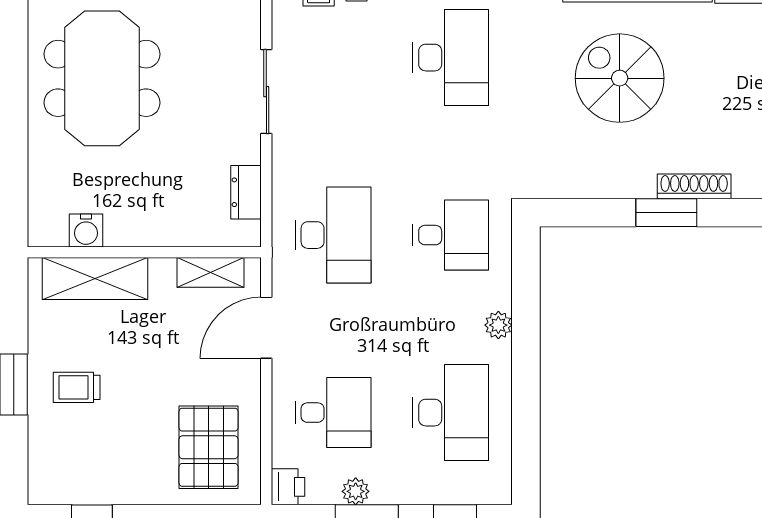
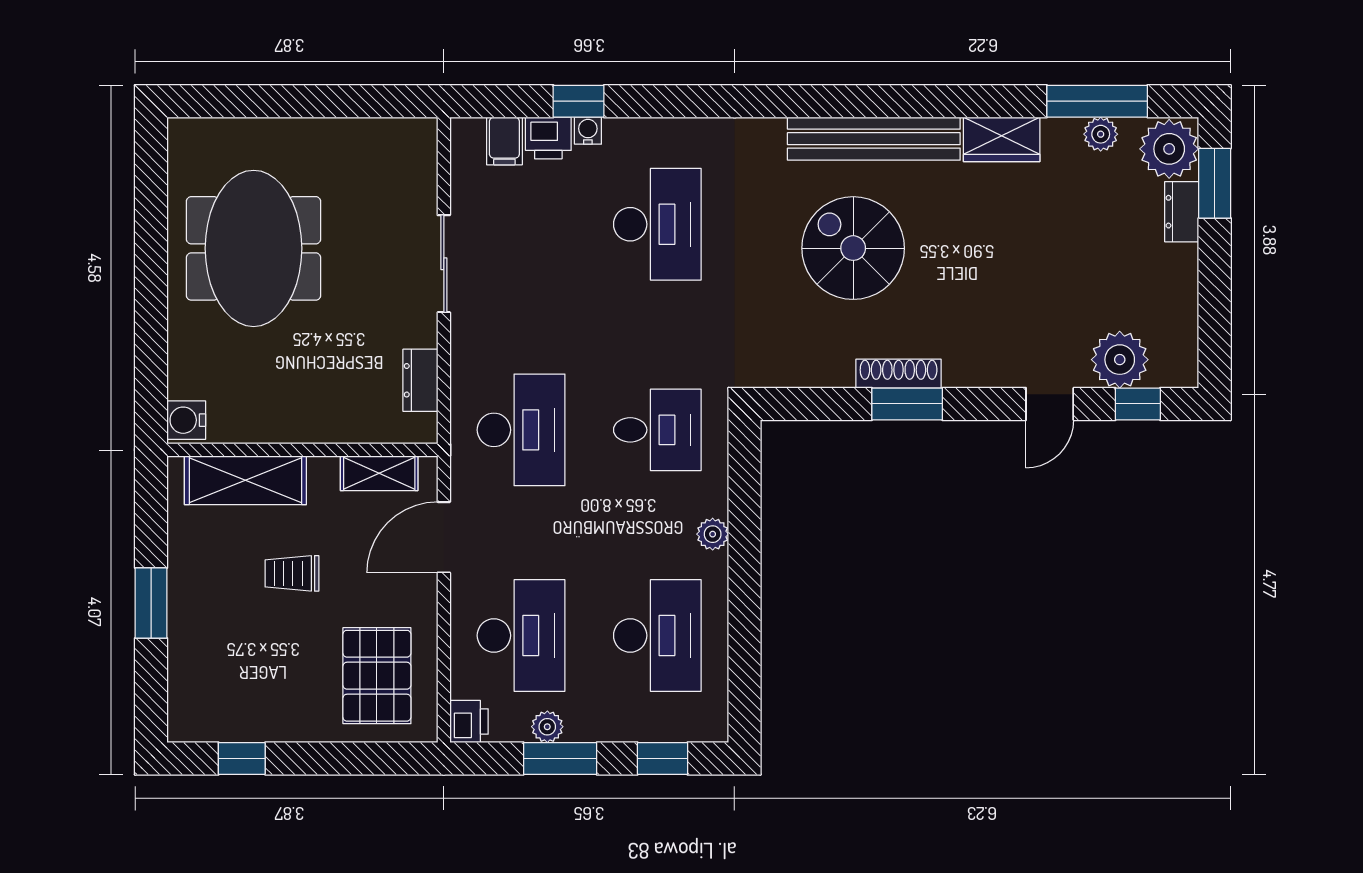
shoe rack: (694, 186) -> (899, 374), moved
water cooler: (86, 230) -> (186, 420), moved, turned 90
trolley: (77, 387) -> (292, 573), moved
desk: (333, 413) -> (521, 635), width x1.37

